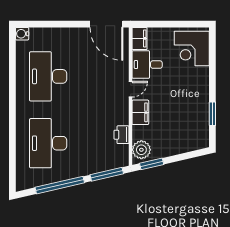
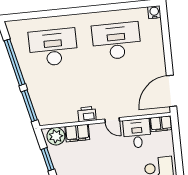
filing cabinet: (140, 112) -> (77, 133), moved
printer: (122, 135) -> (87, 114), moved
window: (152, 164) -> (48, 159), moved

